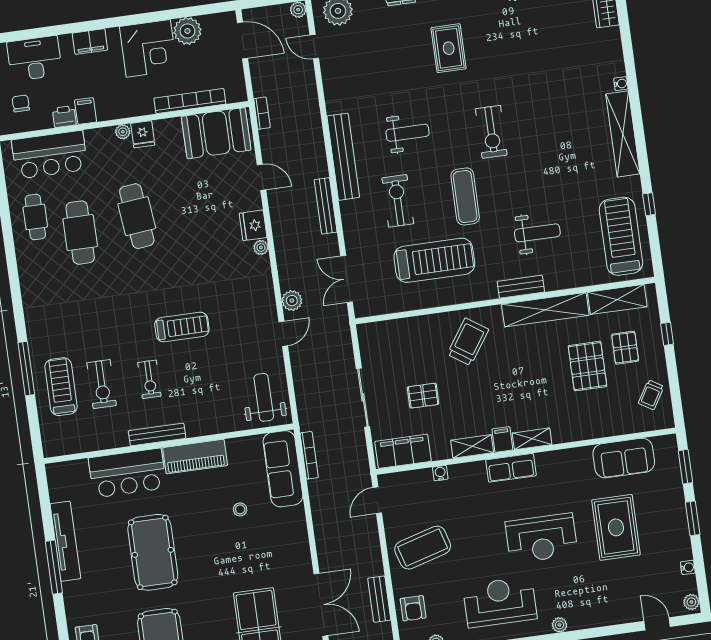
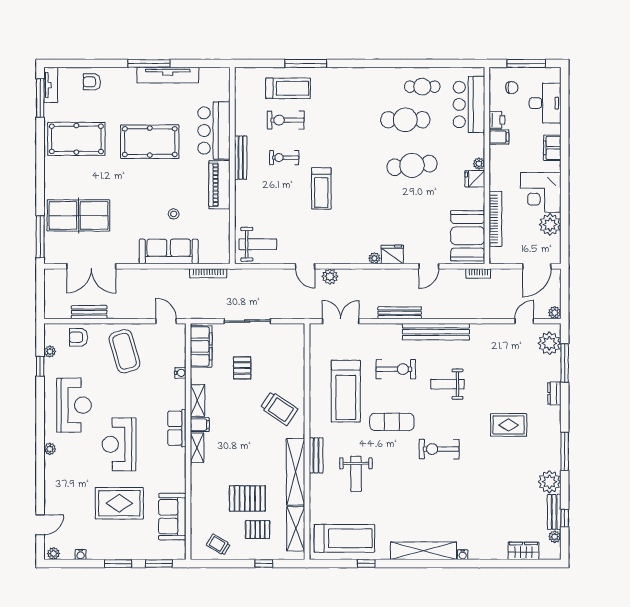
weight bench: (408, 133) -> (447, 384), turned 90
sofa: (283, 469) -> (169, 251), moved

